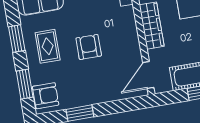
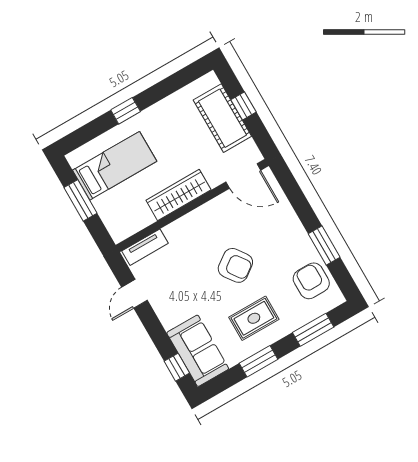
armchair: (89, 47) -> (235, 265), turned -126
armchair: (46, 96) -> (311, 281), moved

